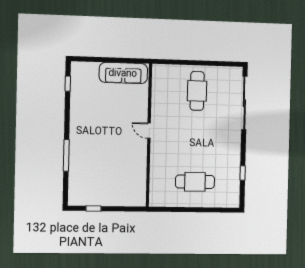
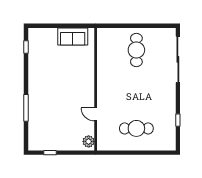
sofa: (123, 73) -> (73, 37), width x0.73
door: (149, 131) -> (96, 114), moved
plant: (139, 196) -> (89, 141), added

